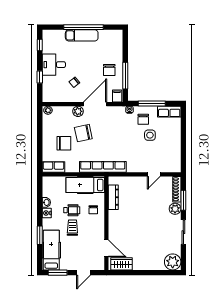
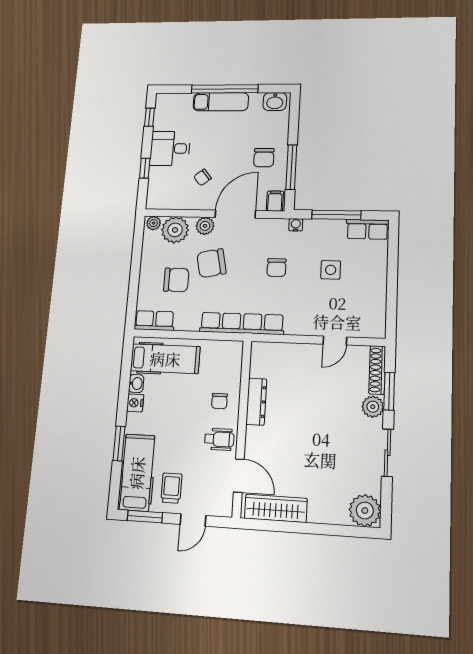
washbasin: (114, 35) -> (275, 102), added
plant: (61, 114) -> (175, 230), added
chair: (143, 119) -> (276, 268), moved
hospital bed: (85, 185) -> (165, 359), moved, turned 180
dresser: (113, 197) -> (256, 402), moved
wheelchair: (72, 210) -> (219, 439), moved
trolley: (72, 228) -> (171, 488), moved
wardrobe: (122, 264) -> (276, 508), width x1.50

